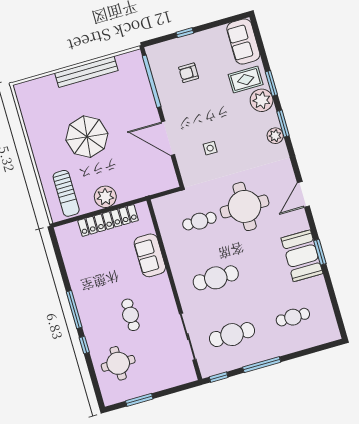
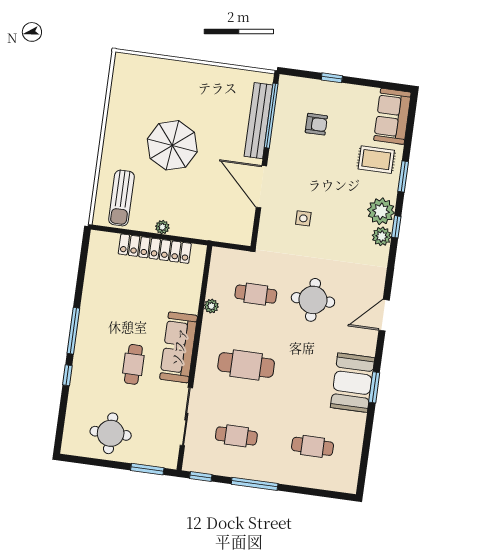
bench: (86, 72) -> (258, 121), moved, turned 90
armchair: (189, 73) -> (316, 124), turned 180
plant: (262, 100) -> (381, 211), moved
window: (283, 124) -> (396, 227), width x0.67
plant: (105, 197) -> (162, 227), width x0.53, depth x0.53
round table: (245, 206) -> (313, 300), width x0.73, depth x0.73
plant: (170, 245) -> (211, 306), added
sofa: (150, 255) -> (179, 347), moved, width x1.36
cafe table: (232, 335) -> (236, 436), width x0.73, depth x0.74
round table: (118, 363) -> (111, 433), moved
window: (139, 400) -> (147, 469), moved

